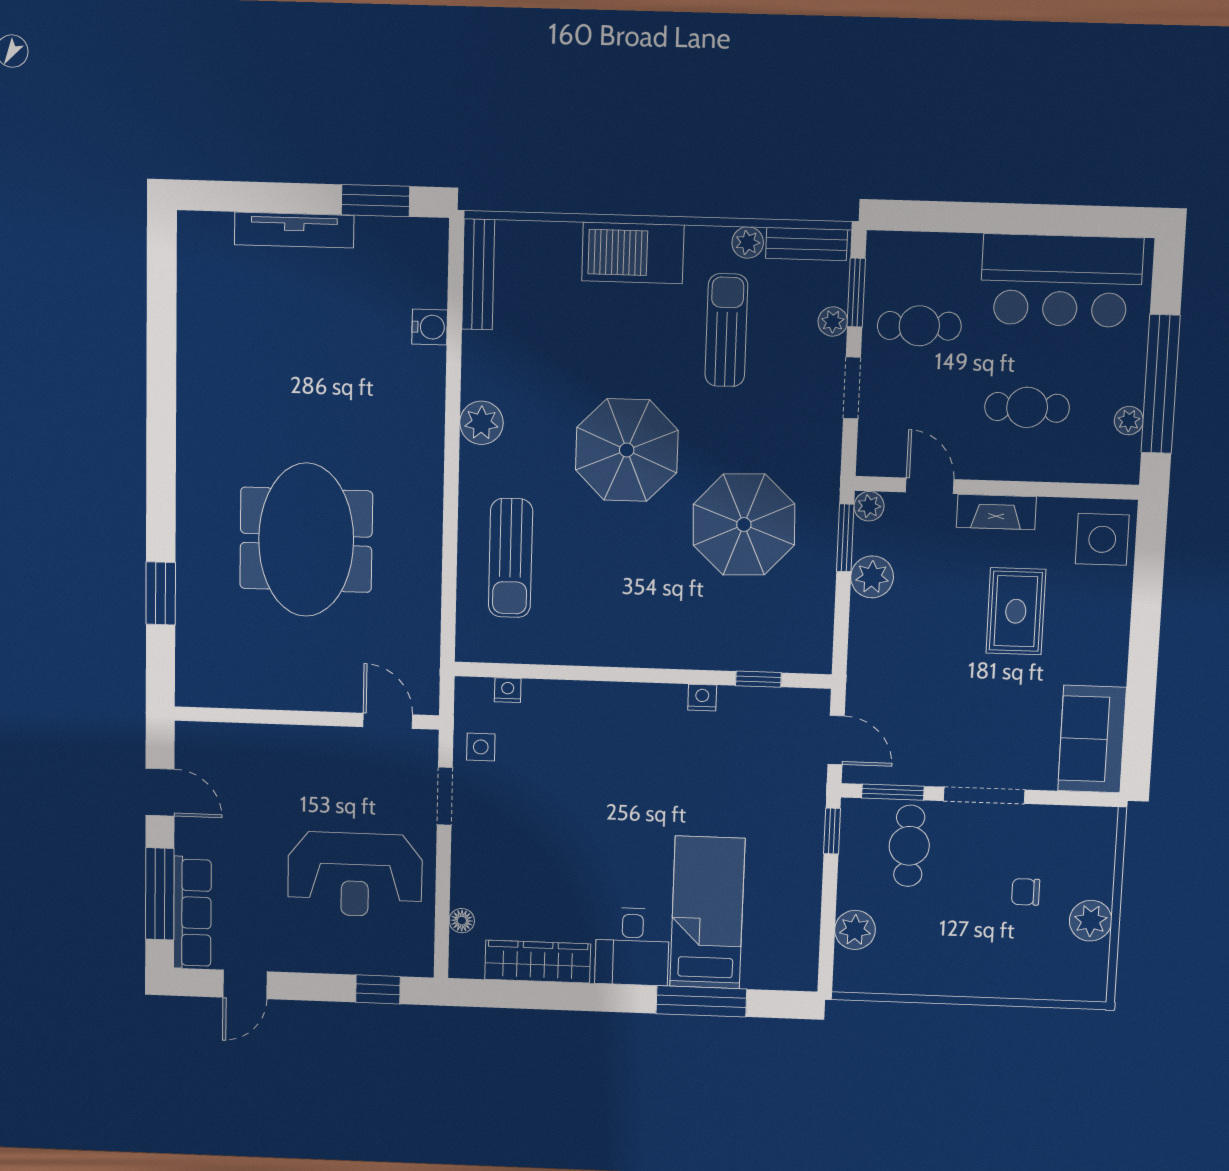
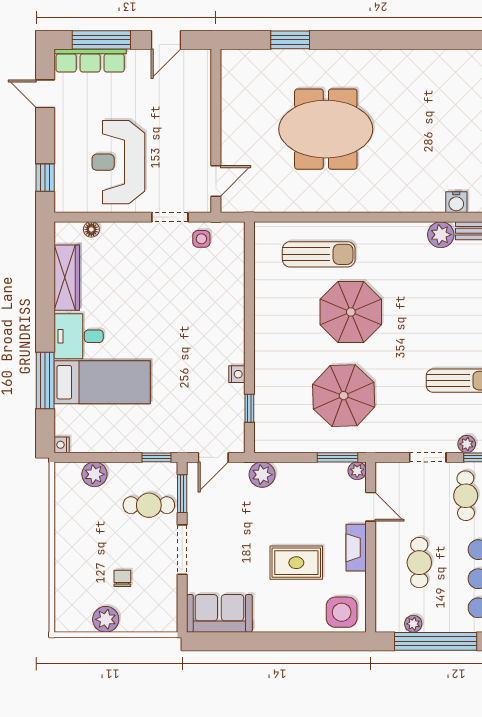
plant: (481, 423) -> (441, 235), moved
parasol: (627, 450) -> (351, 312), moved
door: (930, 486) -> (371, 507), hinge flipped
sun lounger: (510, 558) -> (319, 254), turned 180
plant: (872, 577) -> (262, 475), moved
nightstand: (508, 690) -> (62, 445), moved, turned 180

